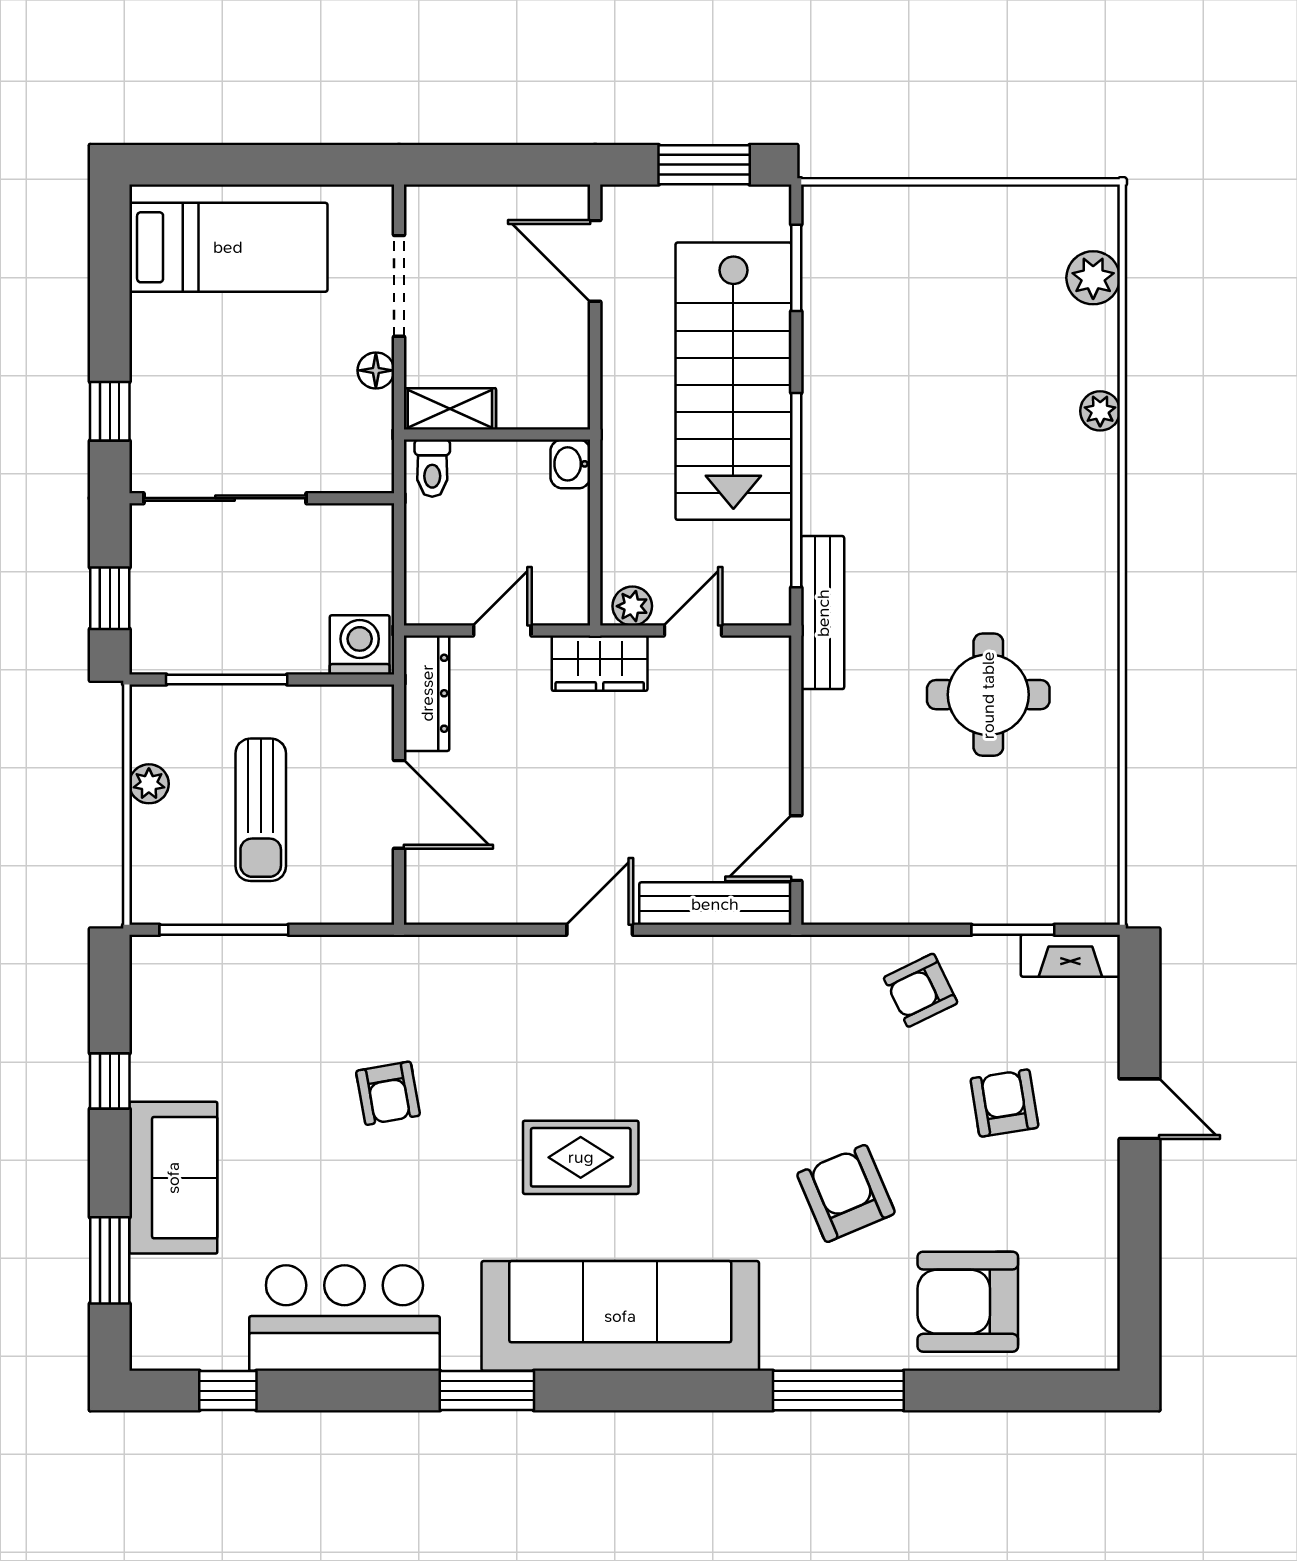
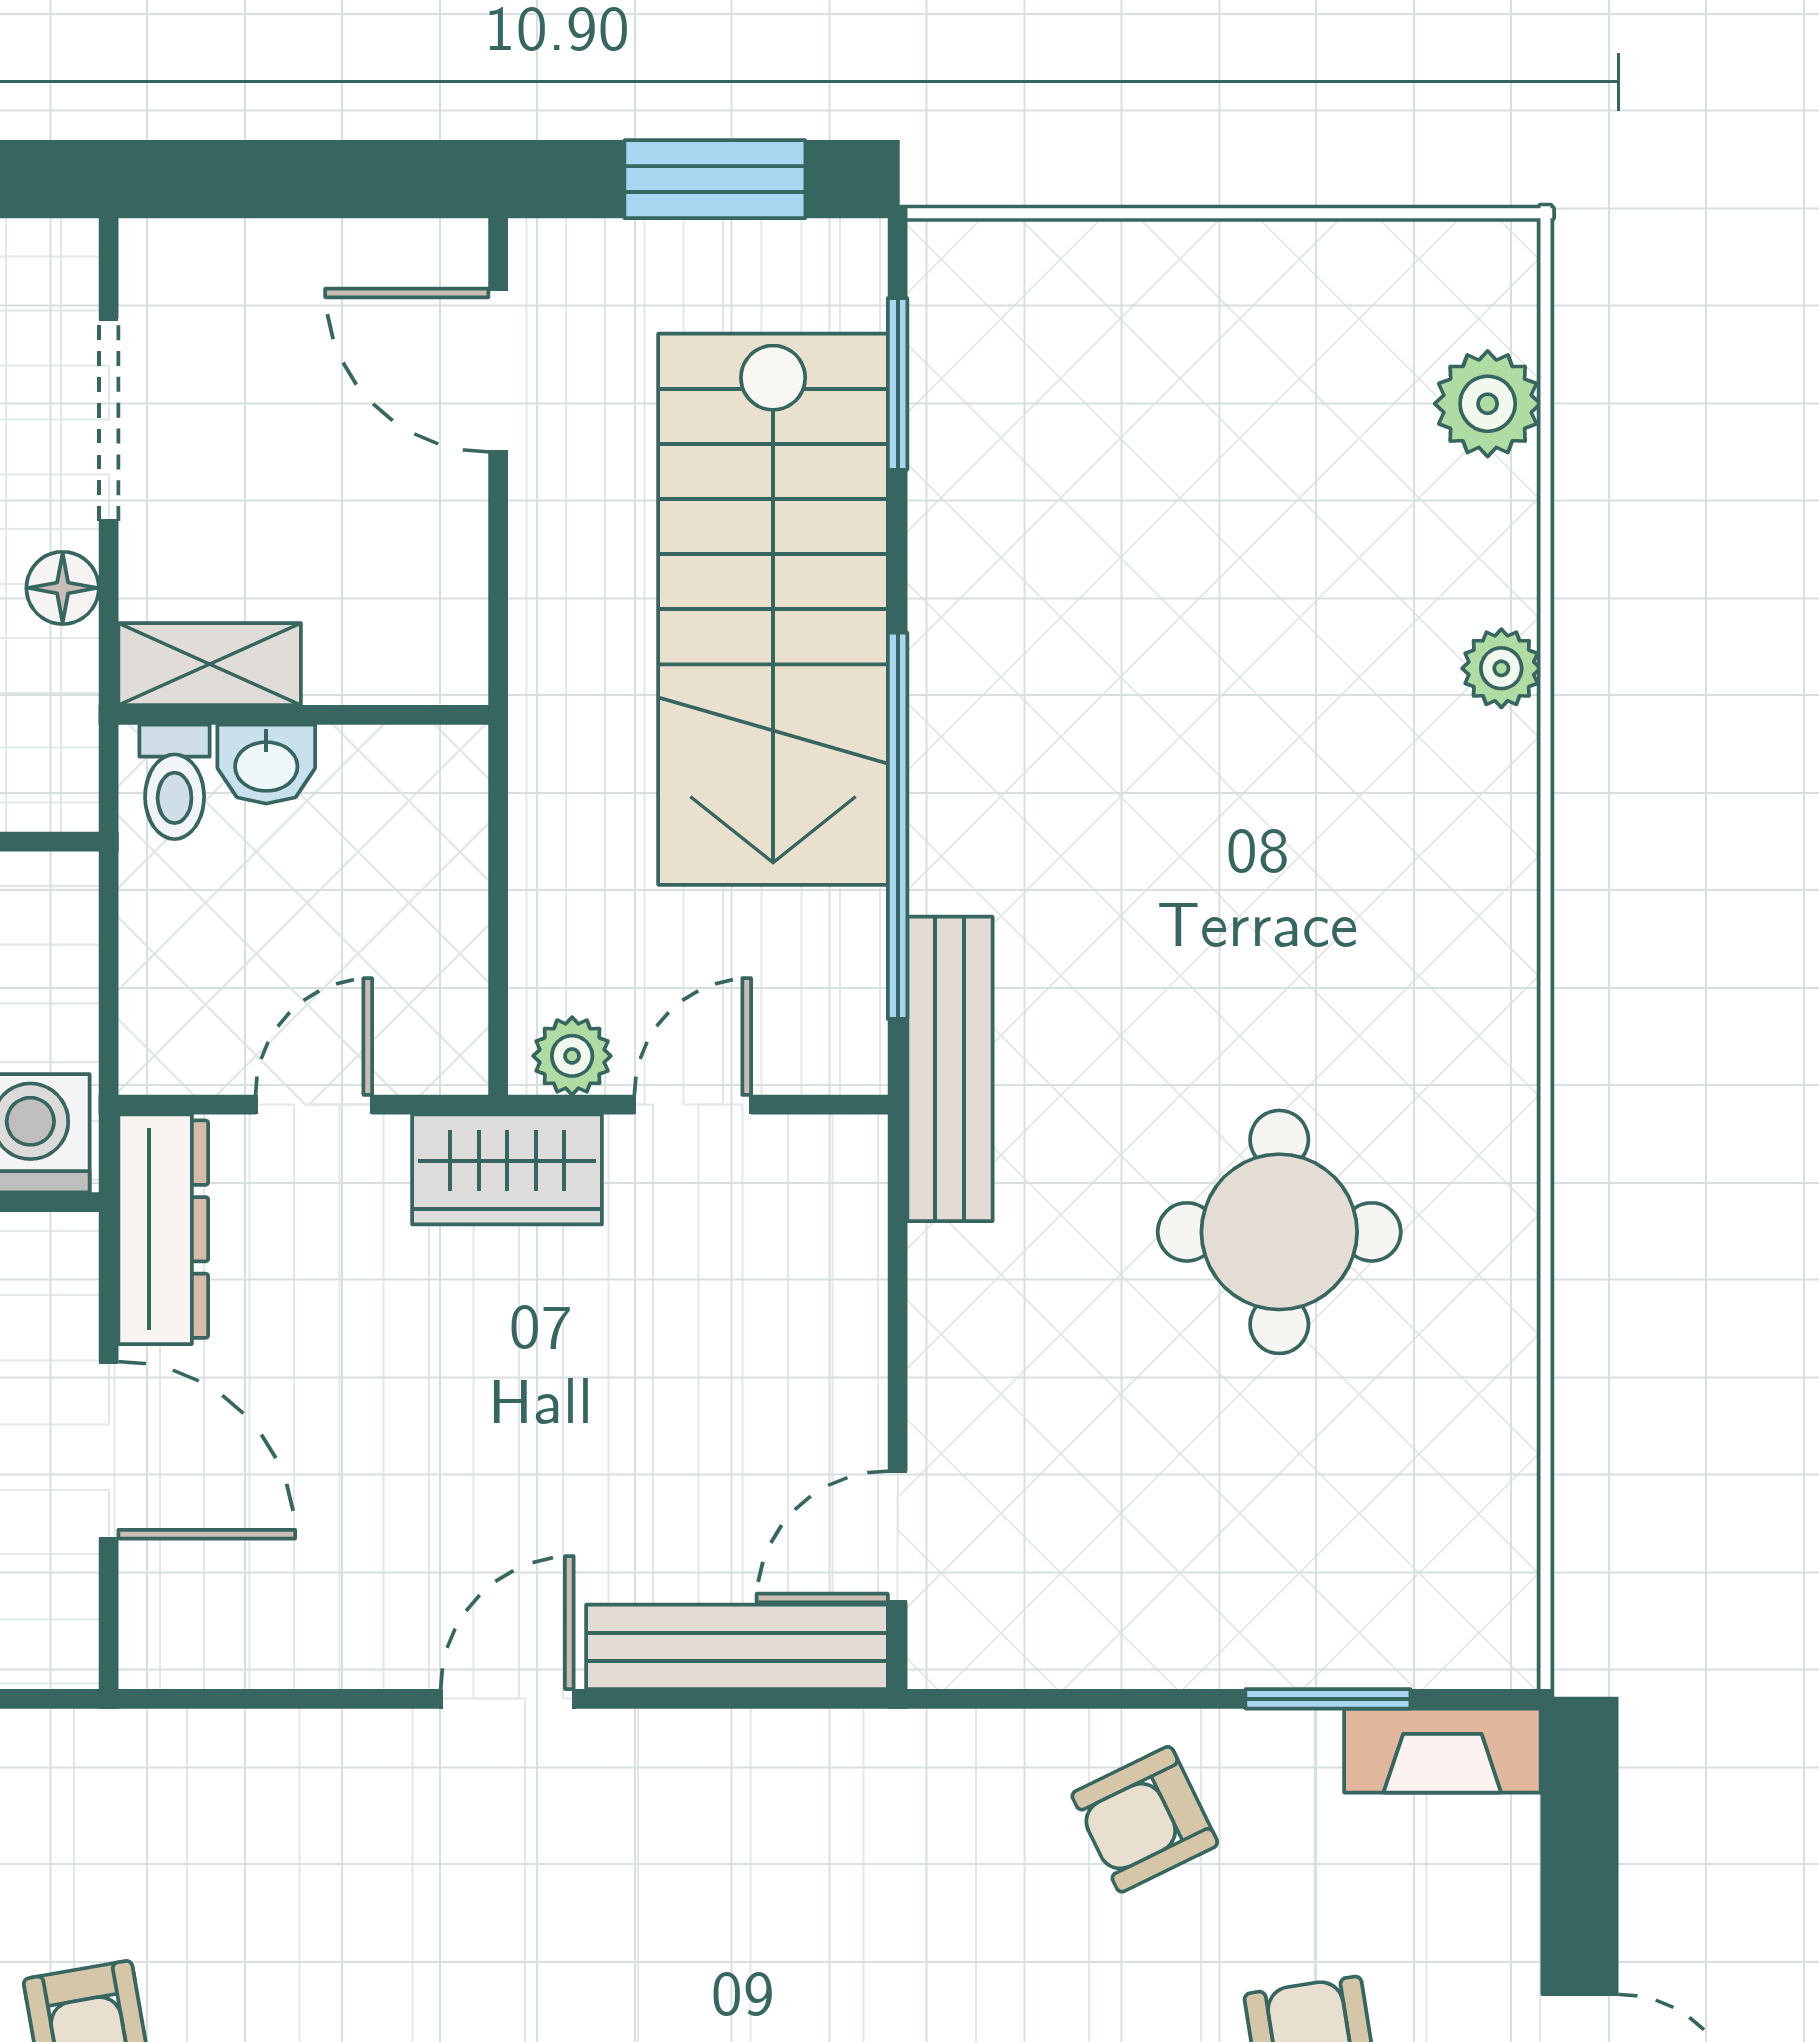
washbasin: (570, 464) -> (266, 764), moved, turned -90

